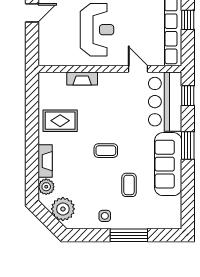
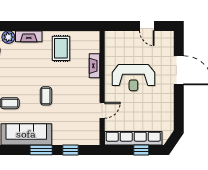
window: (188, 96) -> (71, 150), moved
bar counter: (165, 102) -> (76, 132), removed
coffee table: (106, 151) -> (46, 96), moved

